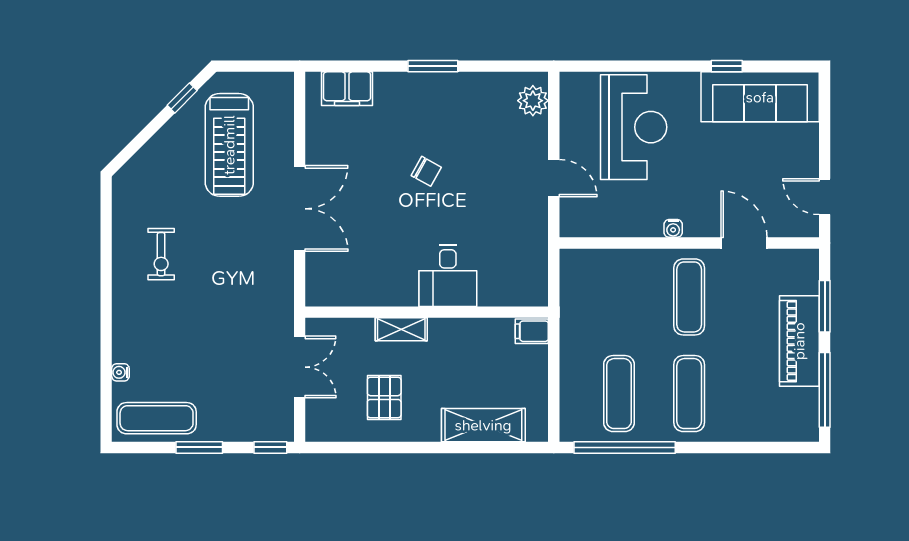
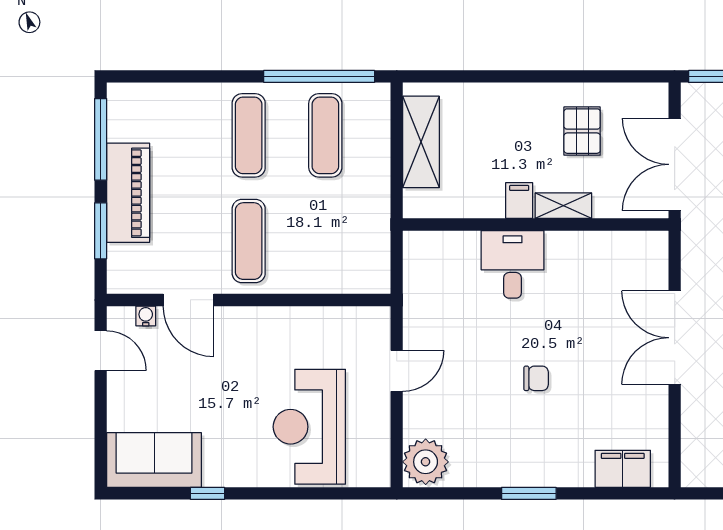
sofa: (760, 97) -> (154, 460), width x0.73
plant: (533, 101) -> (426, 462), width x1.36, depth x1.36
chair: (426, 171) -> (536, 378), turned 151
door: (554, 178) -> (397, 371), swing flipped
water cooler: (673, 228) -> (146, 316), moved
filing cabinet: (532, 331) -> (519, 200), moved, turned -90
double door: (300, 367) -> (675, 164), width x1.37
shelving: (483, 425) -> (421, 142), moved, turned 90

